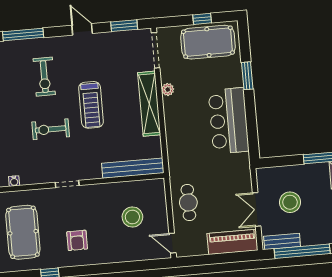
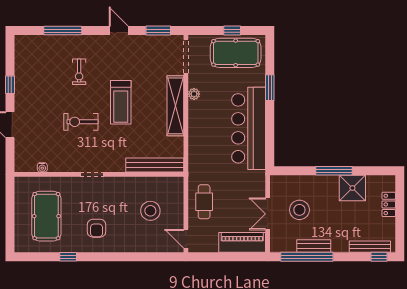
exercise bike: (44, 77) -> (79, 72), width x0.73, depth x0.72
bar counter: (229, 121) -> (249, 128), width x1.36
bench: (282, 241) -> (314, 246), moved

